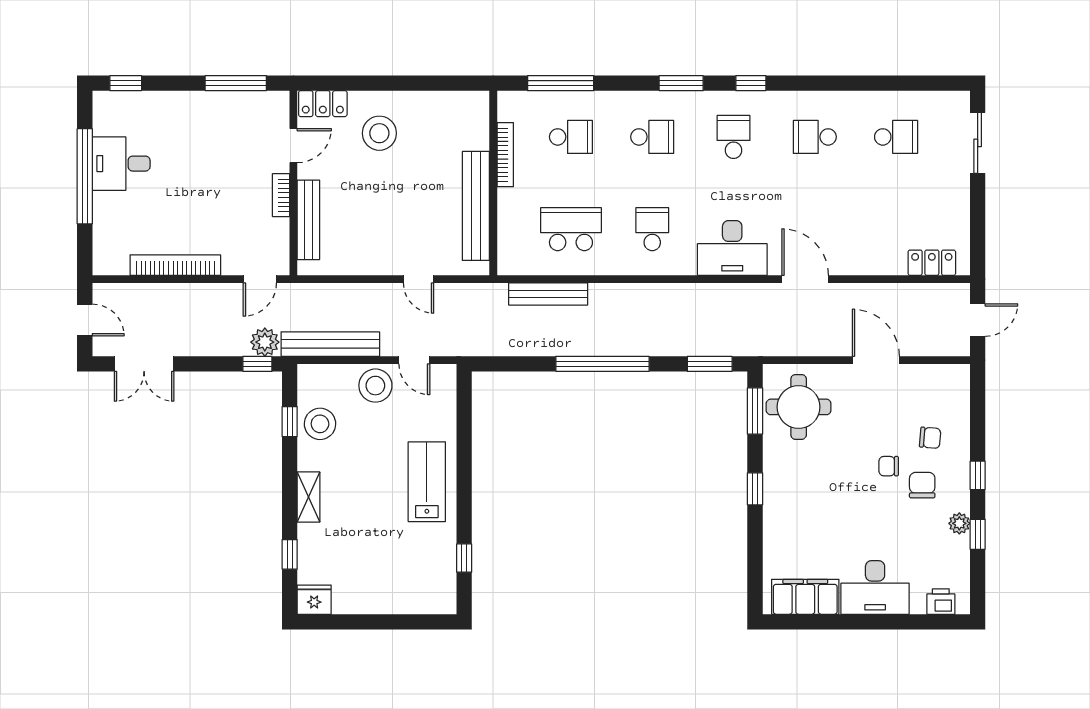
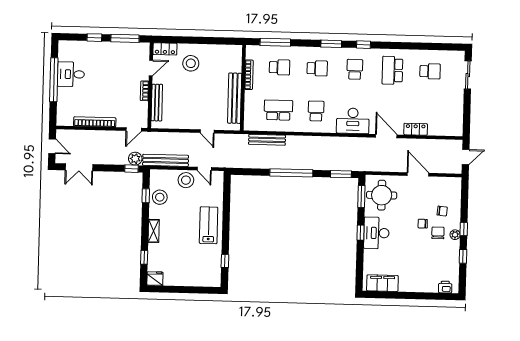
window: (126, 83) -> (94, 38), moved
school desk: (815, 137) -> (392, 70), width x1.85
locker: (932, 263) -> (416, 129), moved
plant: (959, 523) -> (455, 235), moved
desk: (875, 587) -> (376, 233), moved, turned 90

